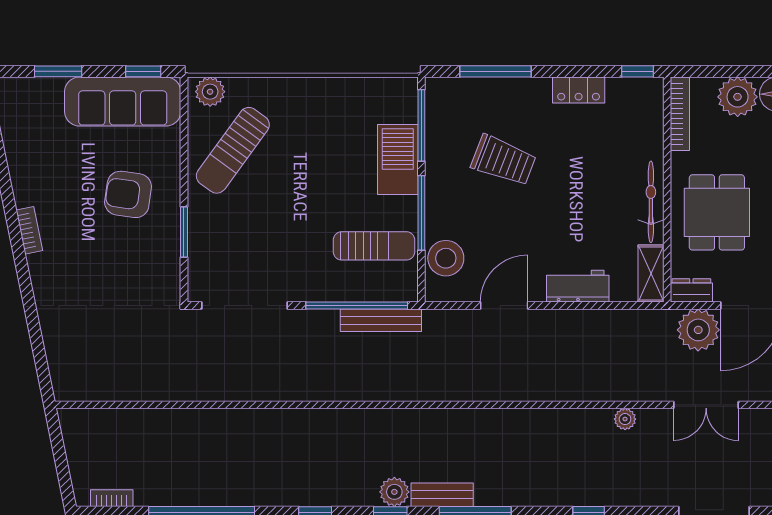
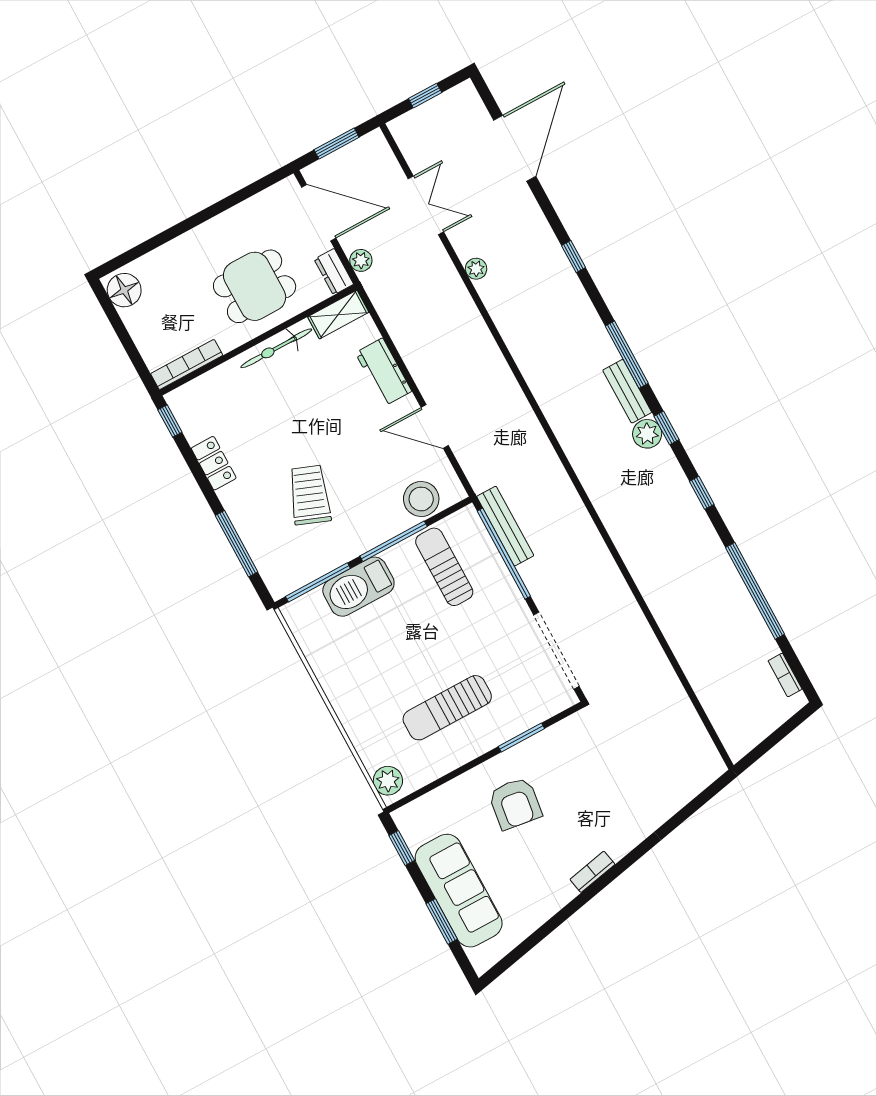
plant: (738, 97) -> (145, 323), removed
sofa: (123, 102) -> (459, 891), moved
sun lounger: (233, 150) -> (447, 708), moved, turned 144
plant: (698, 330) -> (361, 260), width x0.53, depth x0.53

